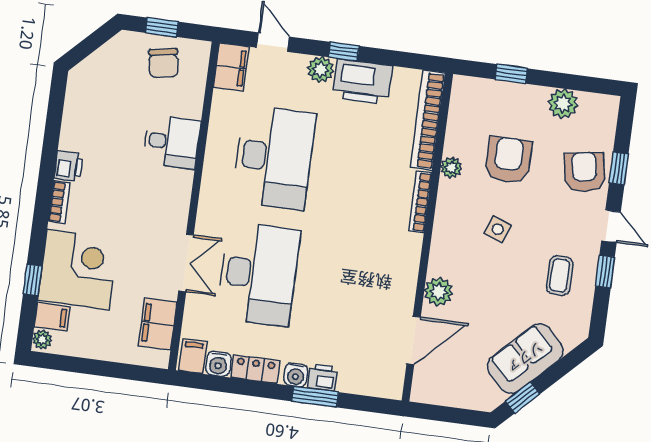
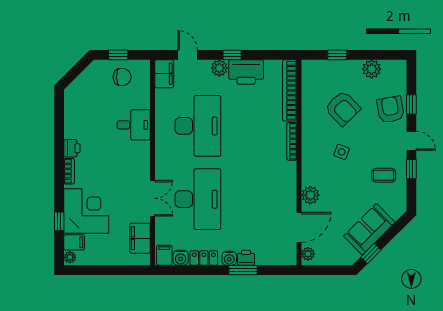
chair: (163, 63) -> (122, 77), turned -81
armchair: (508, 160) -> (343, 108), turned 136
plant: (451, 168) -> (308, 254), moved
coffee table: (560, 275) -> (384, 175), turned 90

